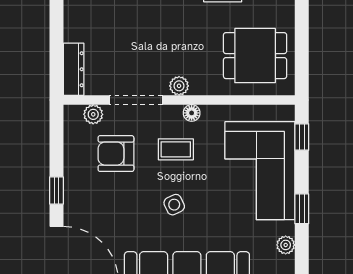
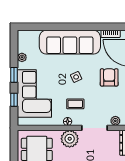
plant: (179, 86) -> (70, 139), width x1.88, depth x1.88
window: (302, 137) -> (14, 100), moved
armchair: (116, 154) -> (109, 77), moved, turned -90

